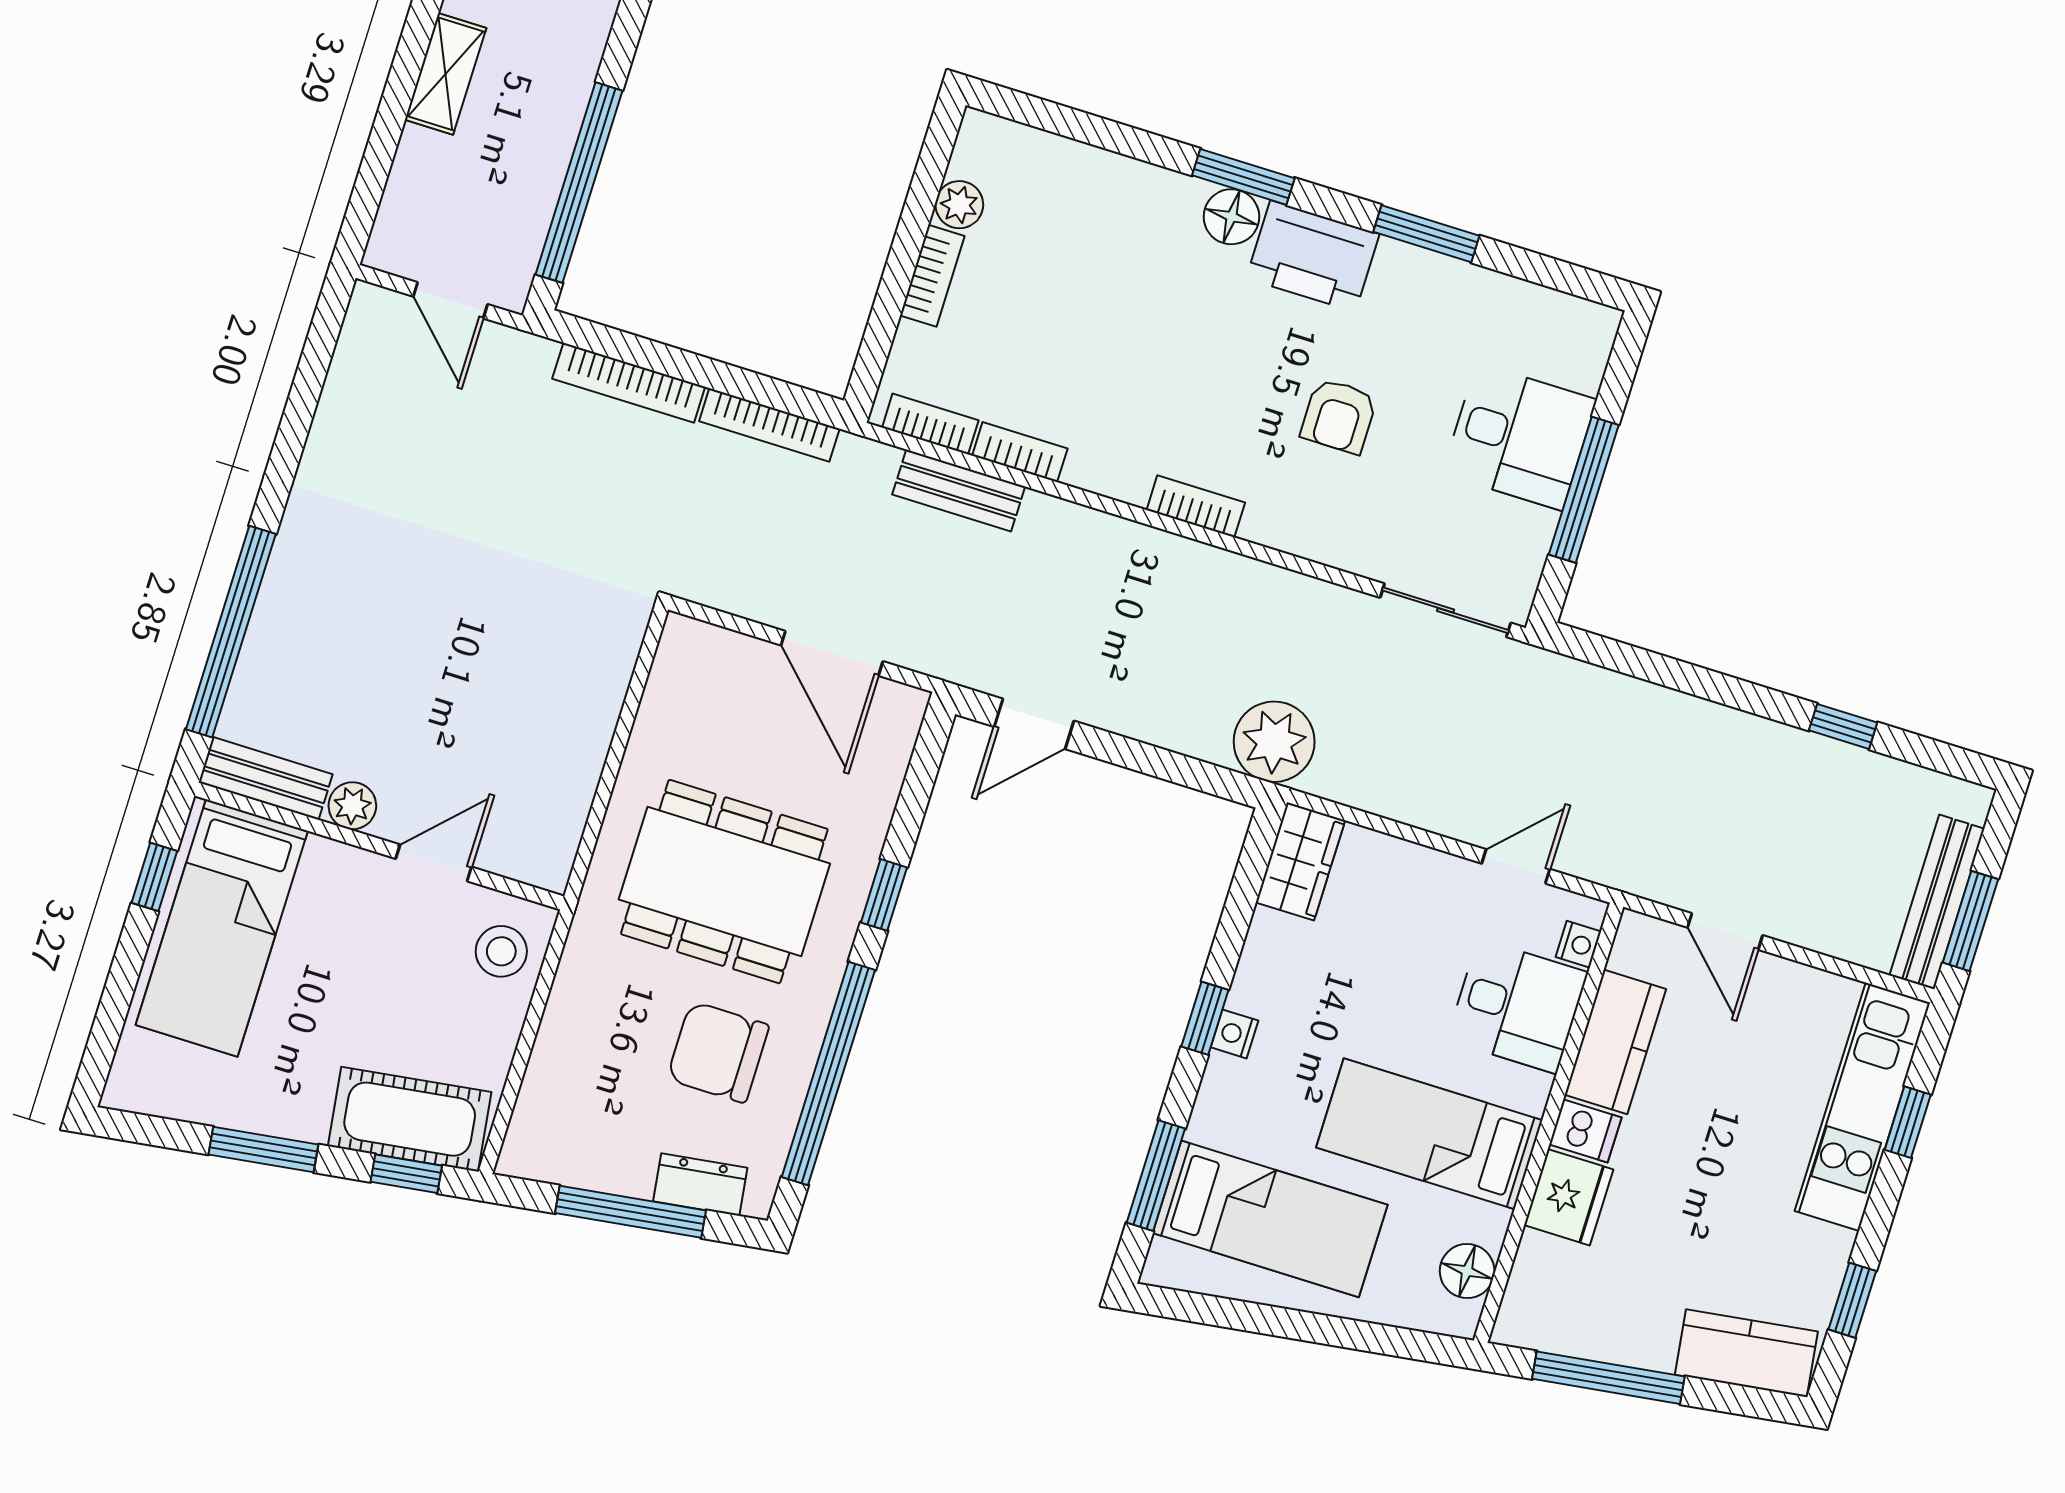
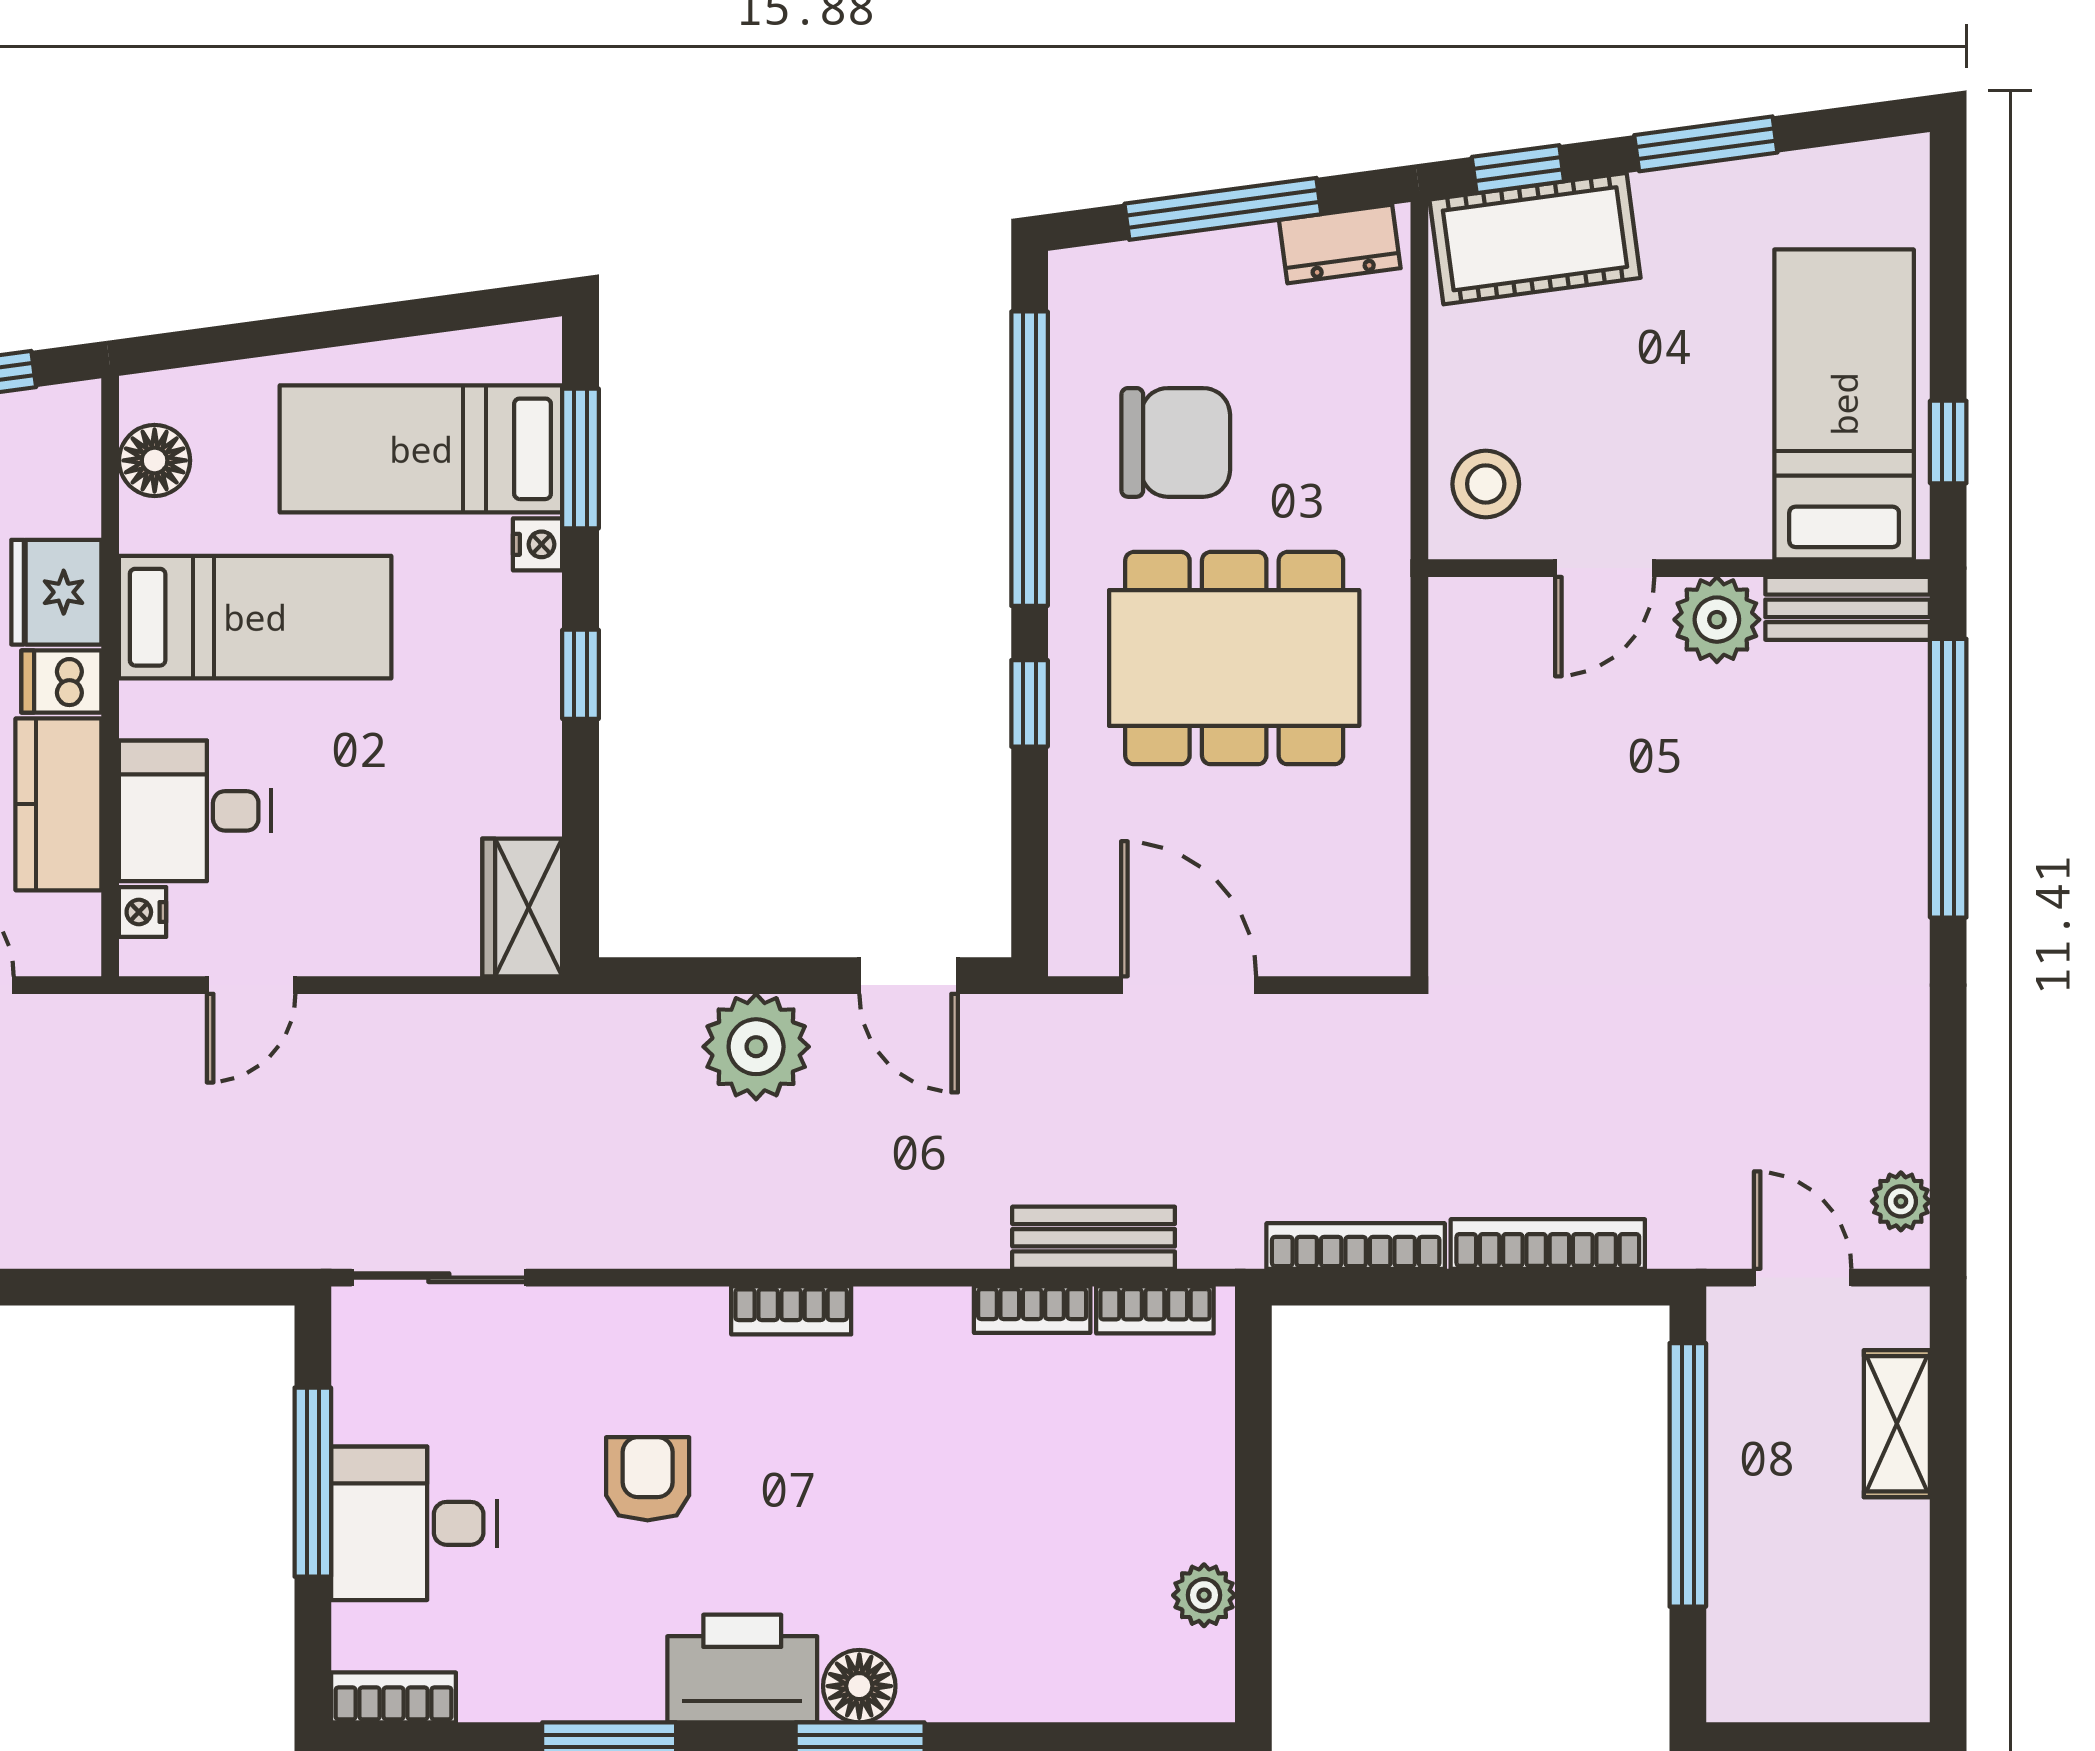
shelving: (446, 74) -> (1897, 1424), moved
bookcase: (932, 276) -> (393, 1697), moved, turned 90
plant: (361, 334) -> (1901, 1201), added
door: (1034, 724) -> (909, 976), swing flipped
plant: (1274, 742) -> (756, 1047), moved
plant: (352, 806) -> (1717, 620), width x1.38, depth x1.38
nightstand: (1234, 1034) -> (538, 544), moved
dresser: (700, 1185) -> (1340, 244), moved

